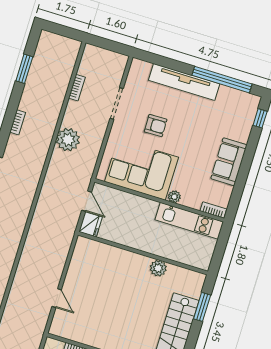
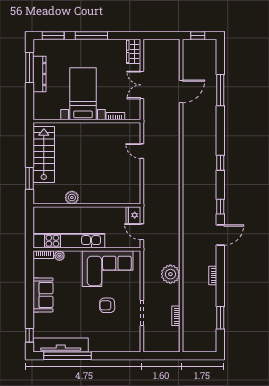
tv unit: (184, 82) -> (61, 345), moved
plant: (174, 197) -> (59, 256), moved
kitchen unit: (189, 221) -> (69, 241), width x1.36

